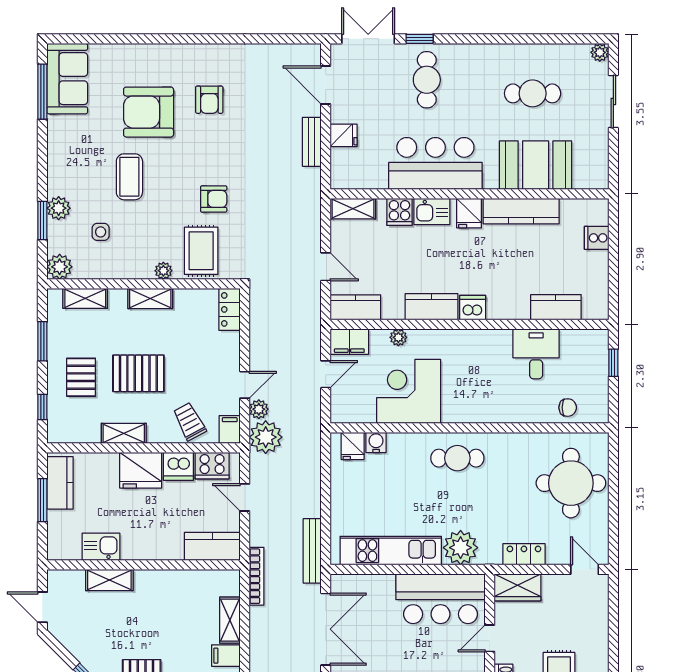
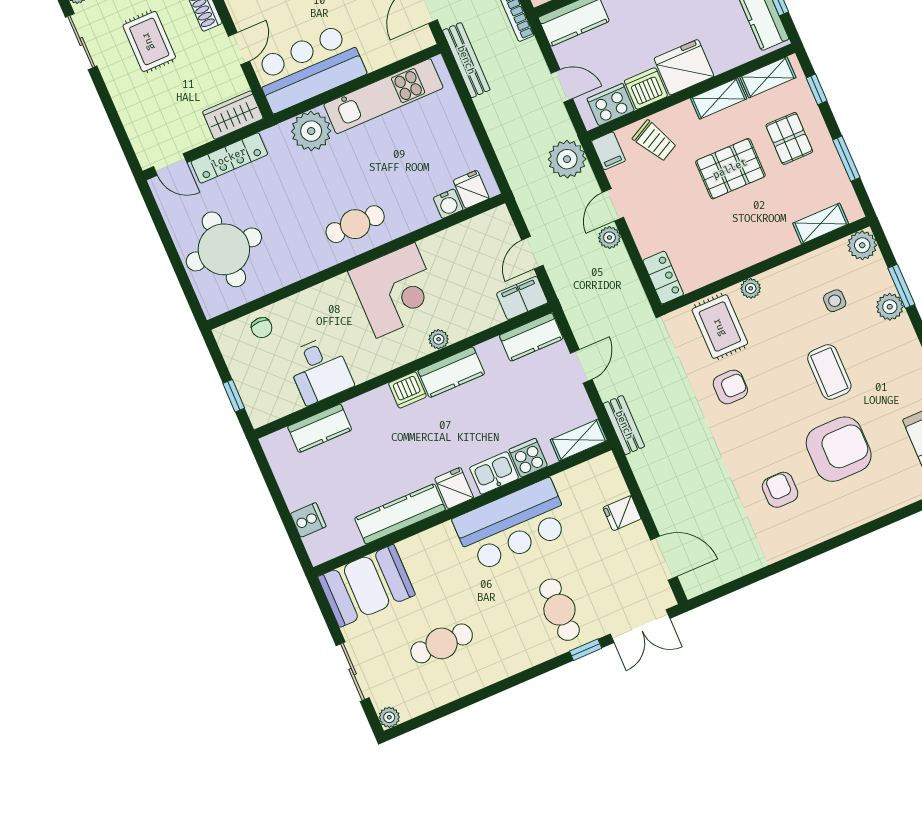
bench: (312, 142) -> (624, 425), moved
booth: (536, 165) -> (366, 586), moved
armchair: (214, 199) -> (730, 387), turned 180
door: (326, 267) -> (581, 366), swing flipped
shelving: (150, 298) -> (768, 77), moved
plant: (398, 337) -> (439, 339), moved
corner desk: (409, 391) -> (396, 290), moved
chair: (568, 408) -> (262, 328), turned -90
plant: (259, 409) -> (609, 237), moved
locker: (524, 554) -> (229, 158), width x1.53

